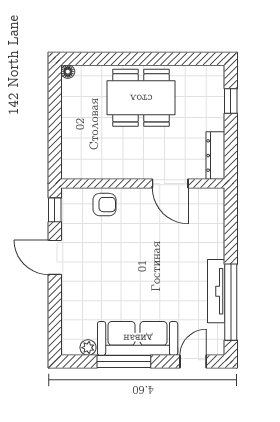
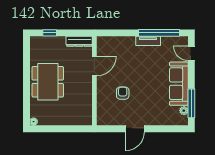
armchair: (105, 205) -> (123, 93), moved
window: (55, 210) -> (109, 129), removed
tv unit: (216, 291) -> (148, 41), width x0.71
window: (124, 362) -> (191, 103), moved

